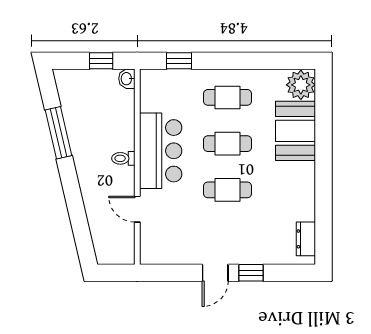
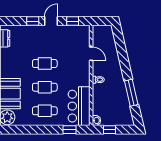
bar counter: (161, 151) -> (79, 106), moved
window: (173, 273) -> (73, 21), added

